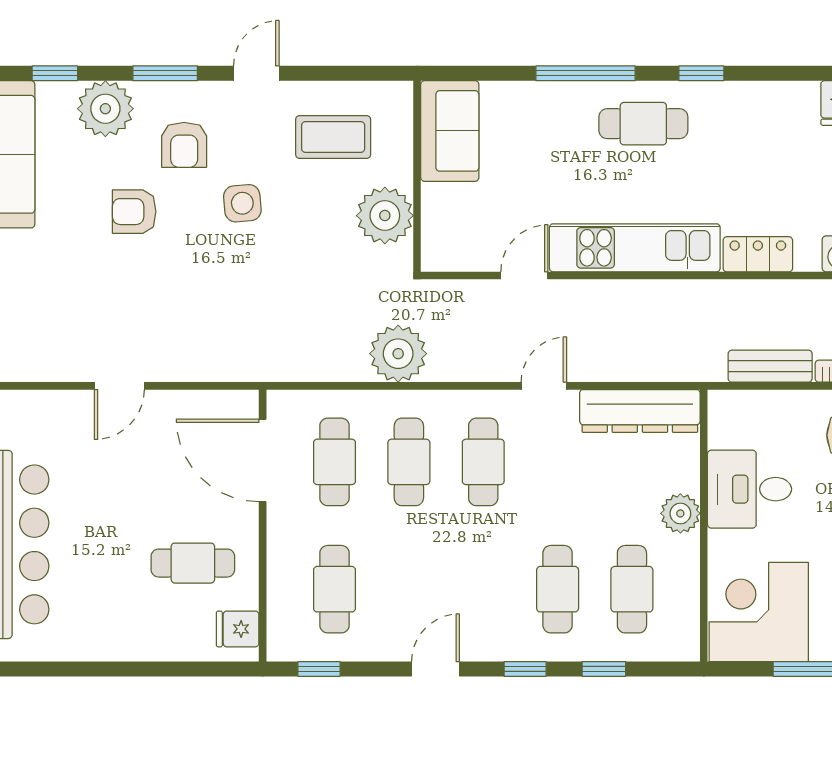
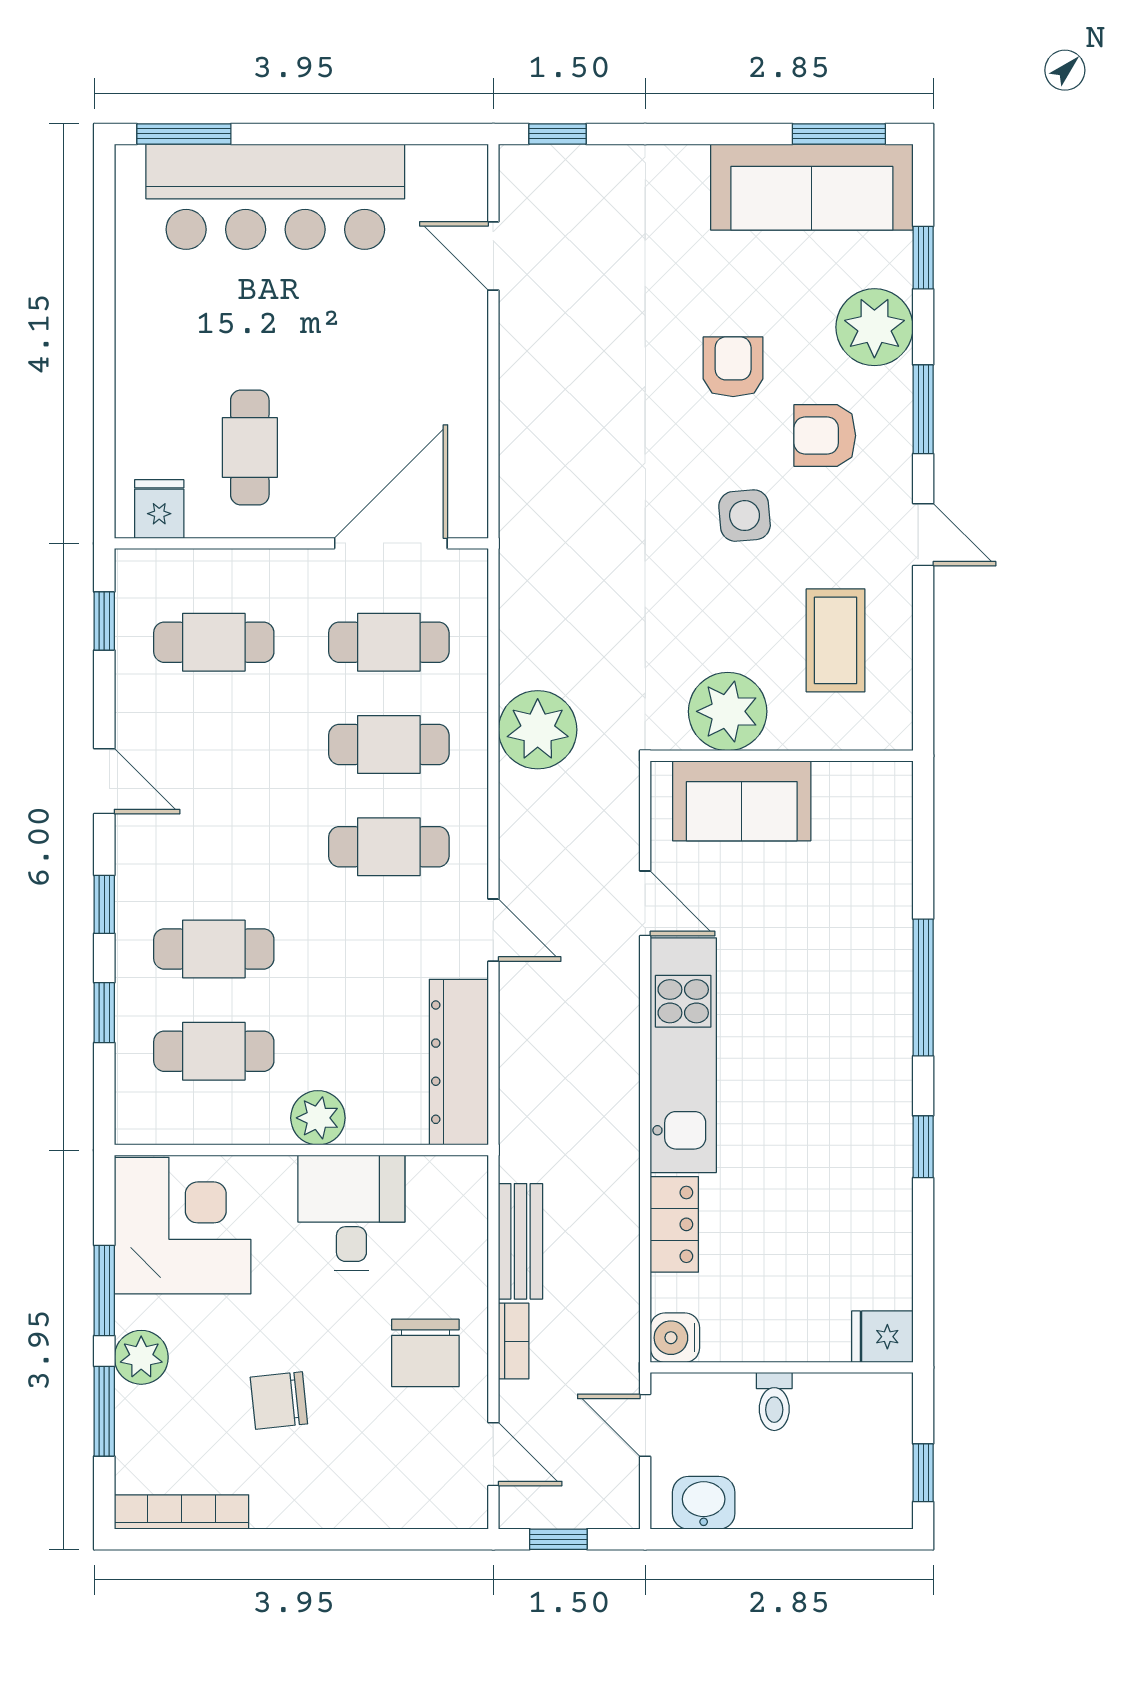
cafe table: (643, 124) -> (854, 1067), removed
sofa: (450, 131) -> (742, 801), moved
door: (119, 386) -> (493, 256), moved

